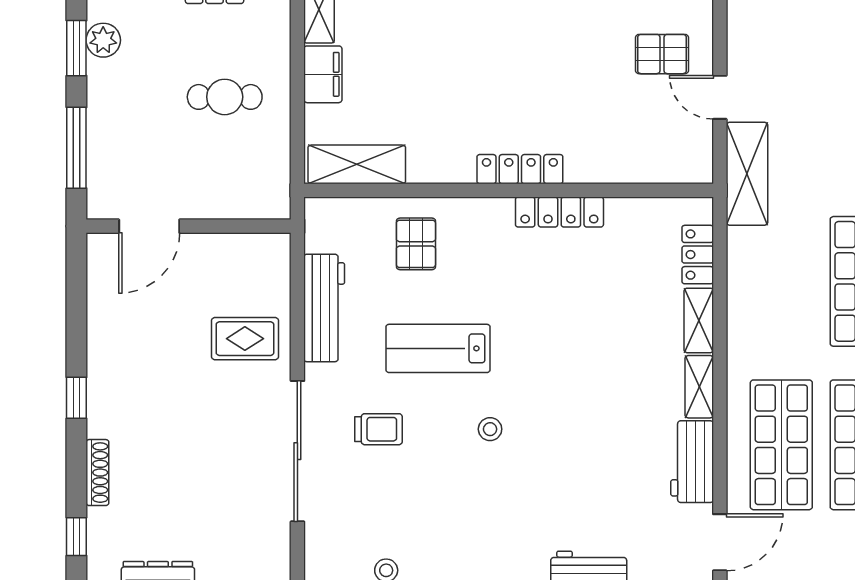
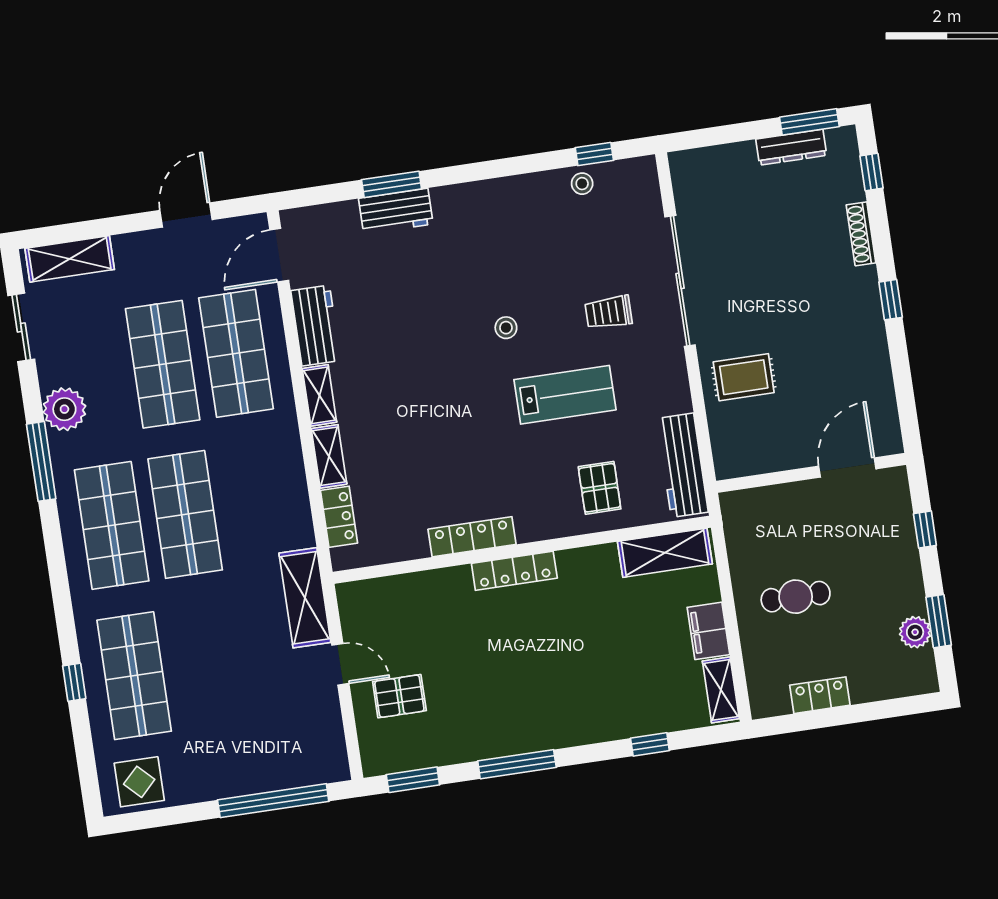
window: (76, 148) -> (925, 529), width x0.46
workbench: (324, 308) -> (682, 465), moved

